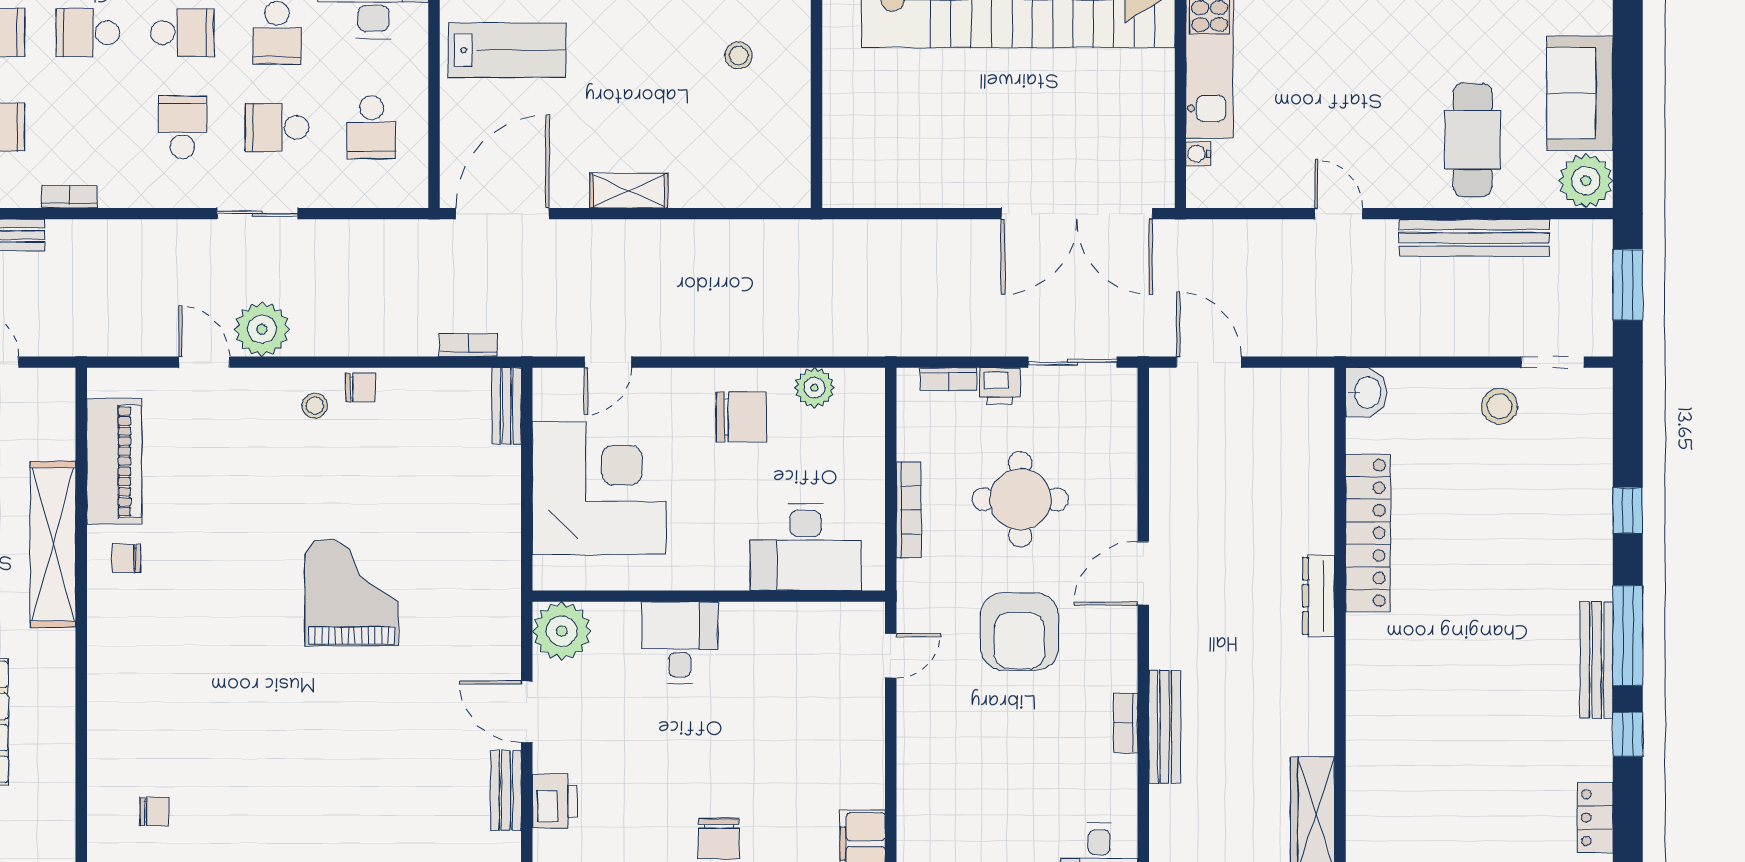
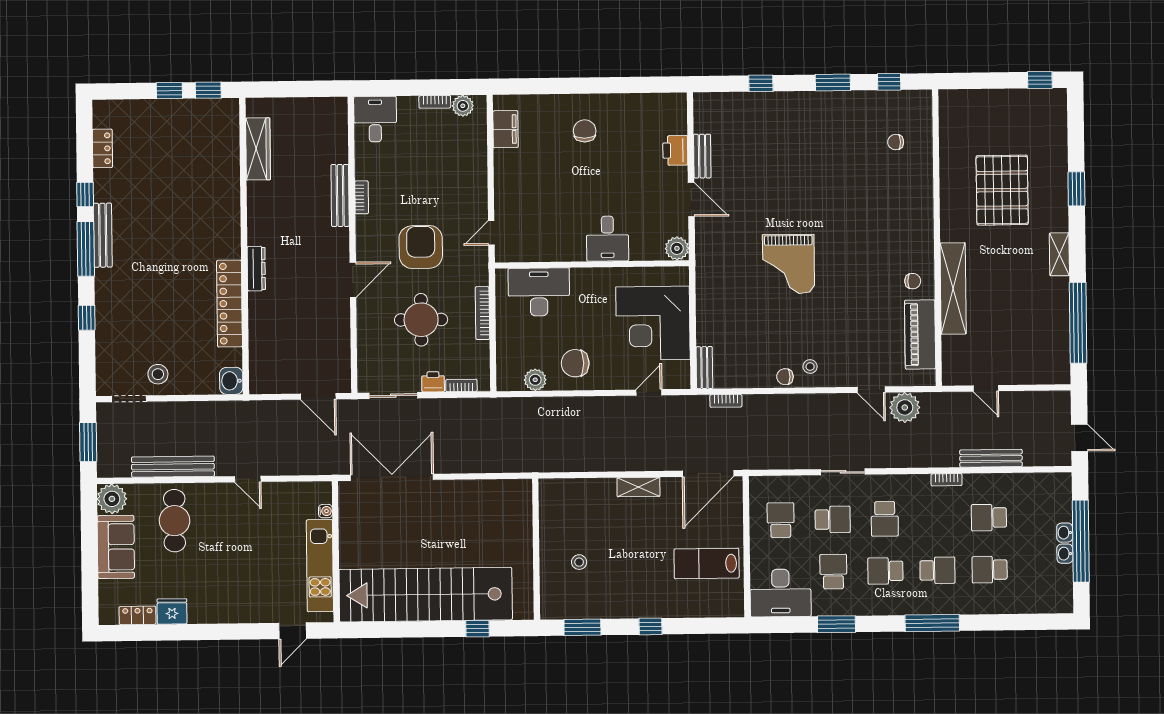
plant: (262, 329) -> (905, 407), moved
plant: (562, 631) -> (677, 248), width x0.73, depth x0.73

